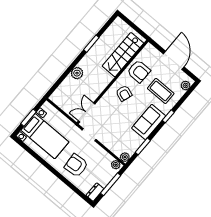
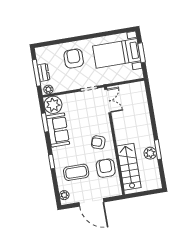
armchair: (139, 71) -> (106, 168), turned 90
plant: (77, 73) -> (150, 153), moved
sofa: (149, 122) -> (58, 130), moved
plant: (125, 157) -> (53, 105), width x1.88, depth x1.88
armchair: (76, 165) -> (74, 58), turned -85
dresser: (95, 192) -> (44, 72), moved

